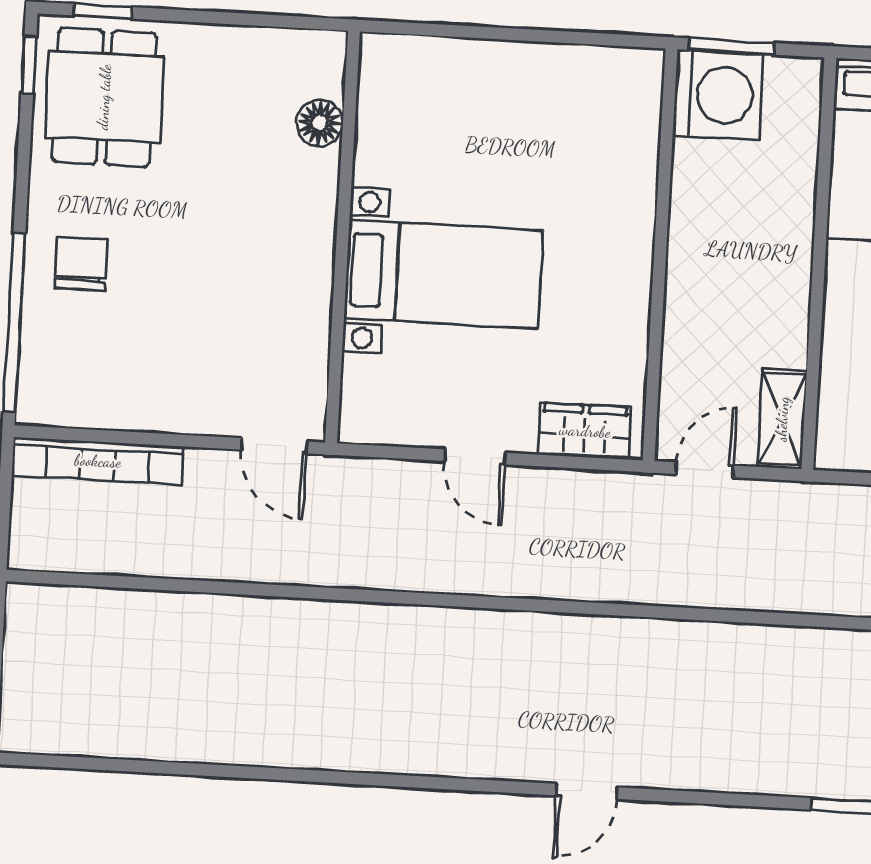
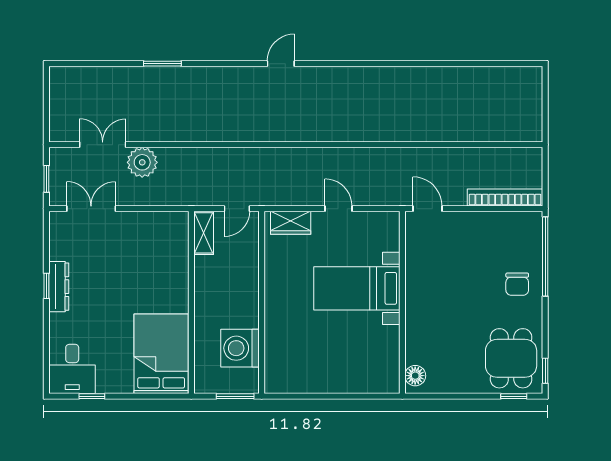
washing machine: (718, 95) -> (240, 348), moved
floor lamp: (320, 123) -> (415, 376), moved

